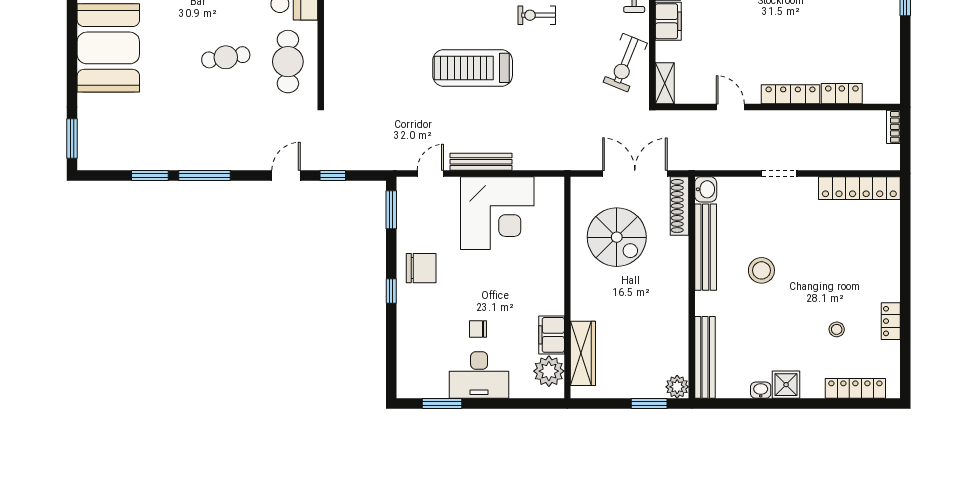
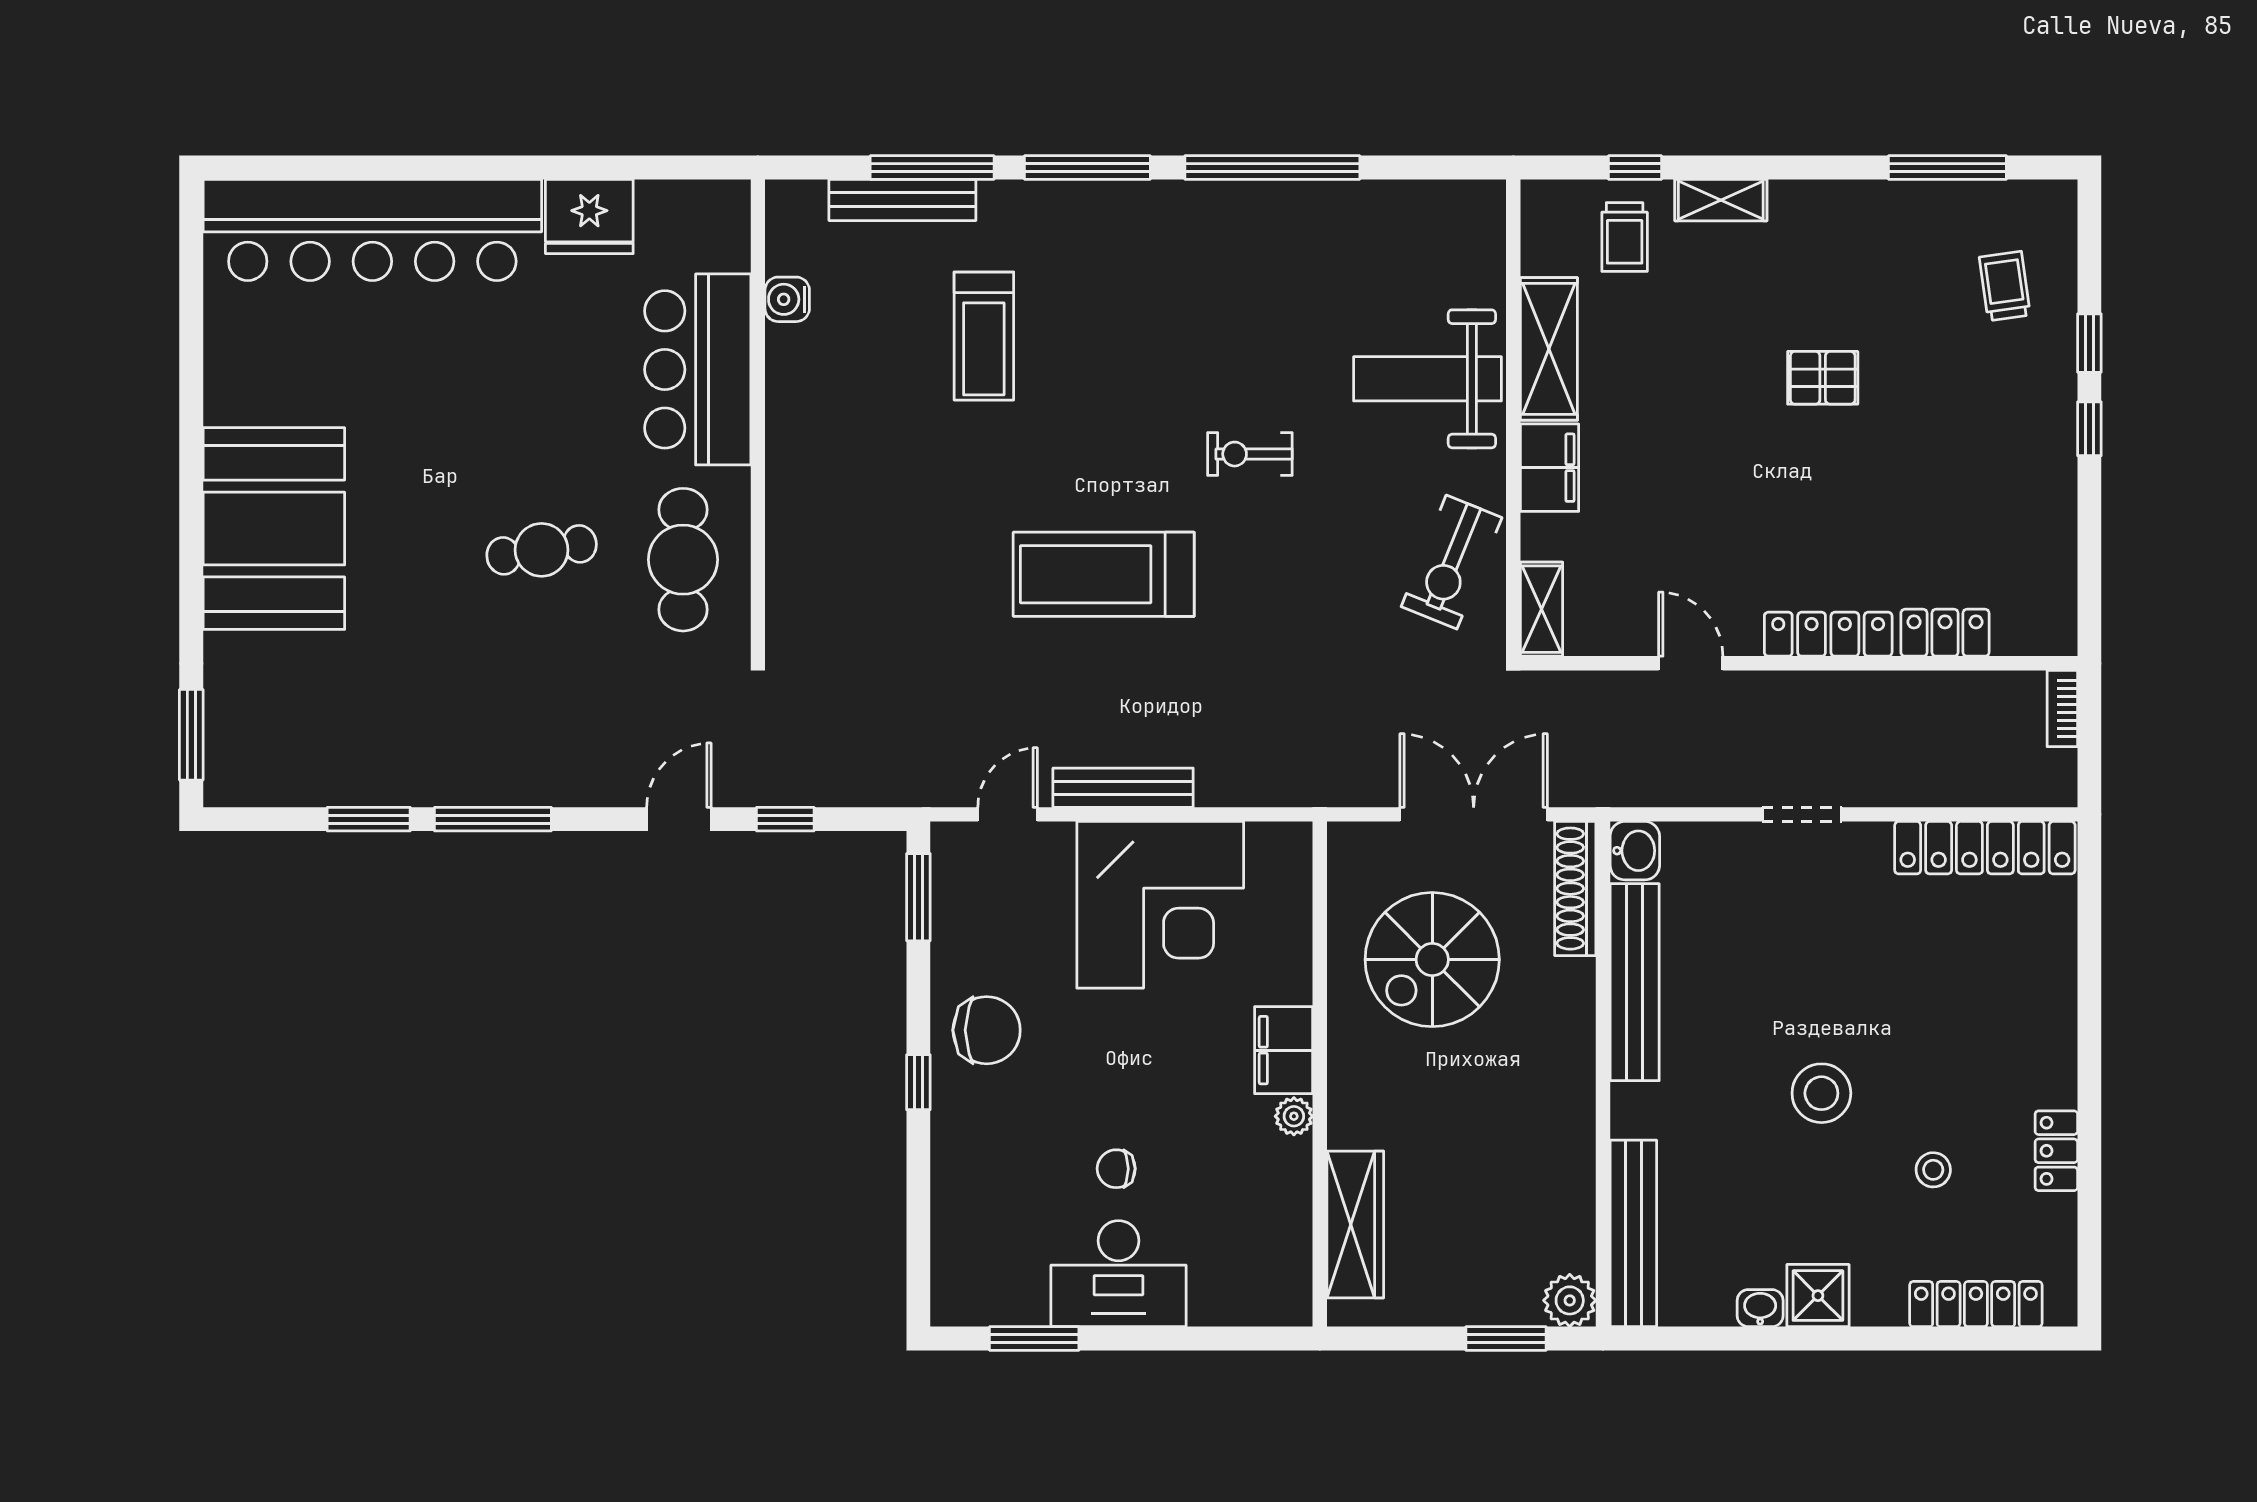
spiral stairs: (617, 237) -> (1432, 960), turned 90
stool: (761, 270) -> (1821, 1093), moved
filing cabinet: (552, 335) -> (1284, 1050), moved
plant: (549, 371) -> (1294, 1116), moved, width x0.53, depth x0.53

